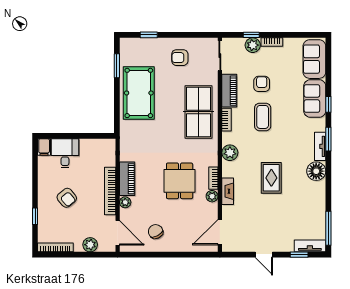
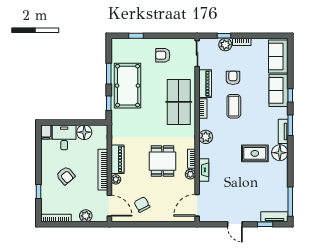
window: (117, 66) -> (109, 74), moved
window: (117, 114) -> (109, 103), added
floor lamp: (88, 147) -> (84, 132), added
rug: (271, 178) -> (255, 153), moved, turned 90

